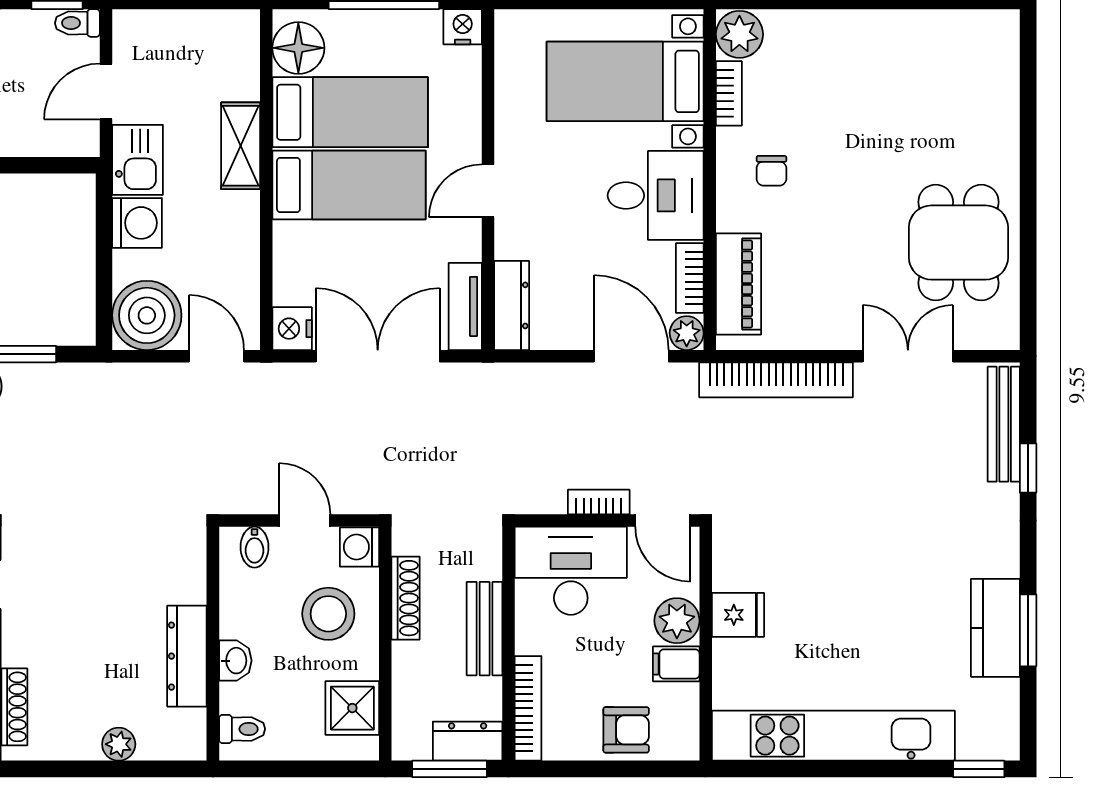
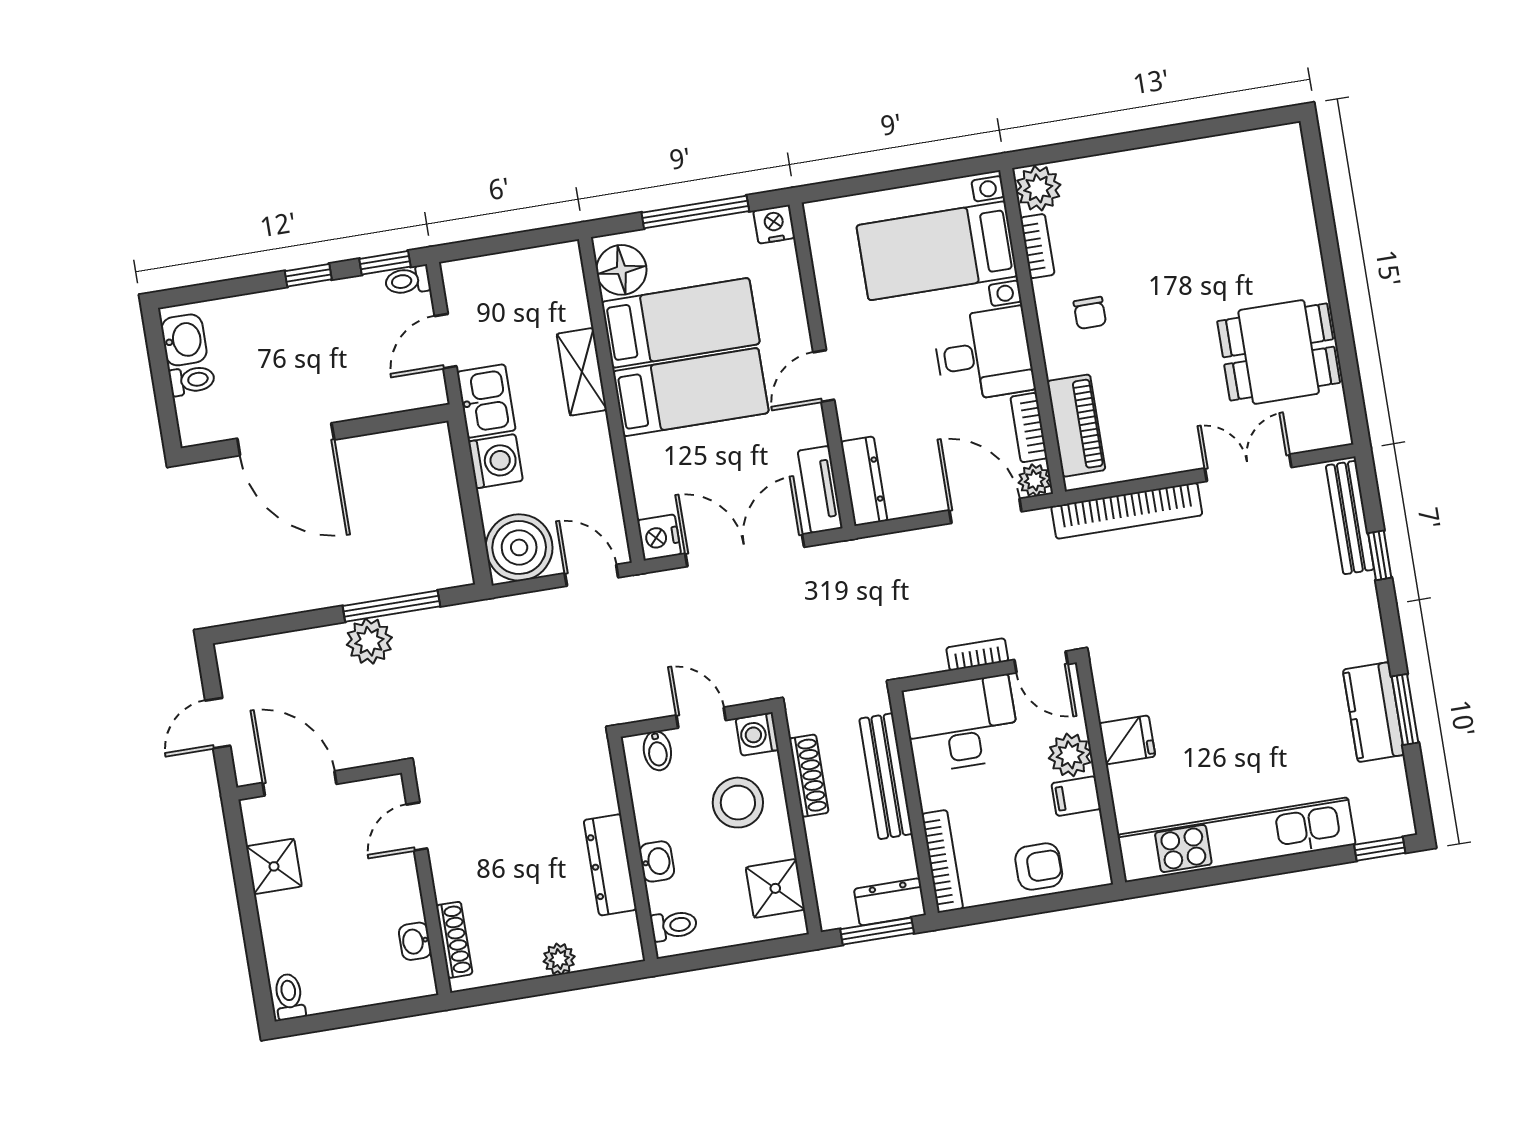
dining table: (958, 243) -> (1279, 352), turned 90
bench: (485, 629) -> (886, 776), width x1.36

